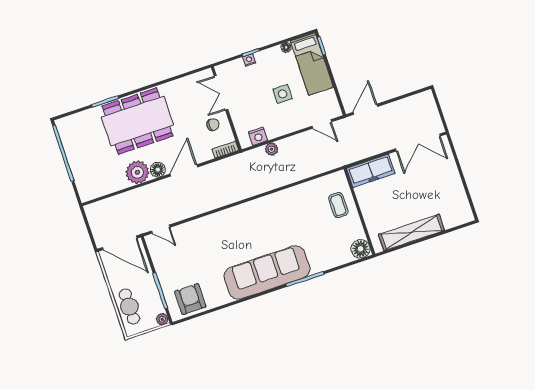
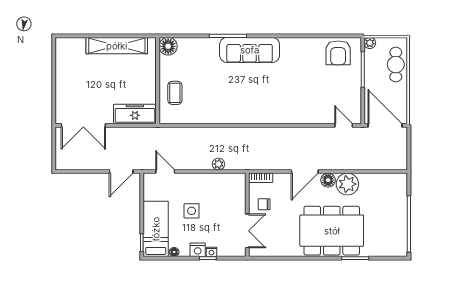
nightstand: (258, 136) -> (198, 250), moved, turned 180
double door: (418, 142) -> (83, 125), swing flipped
sofa: (267, 273) -> (250, 50), width x0.74, depth x0.79

